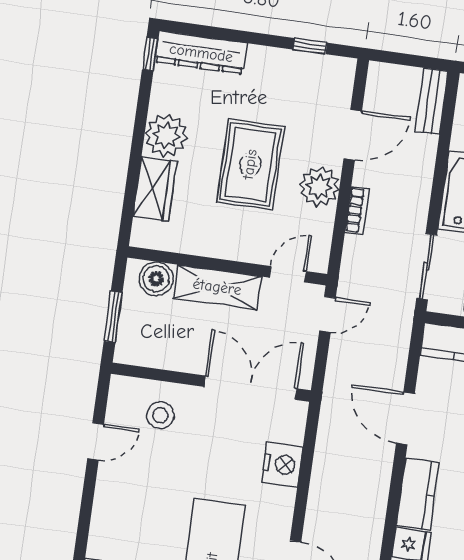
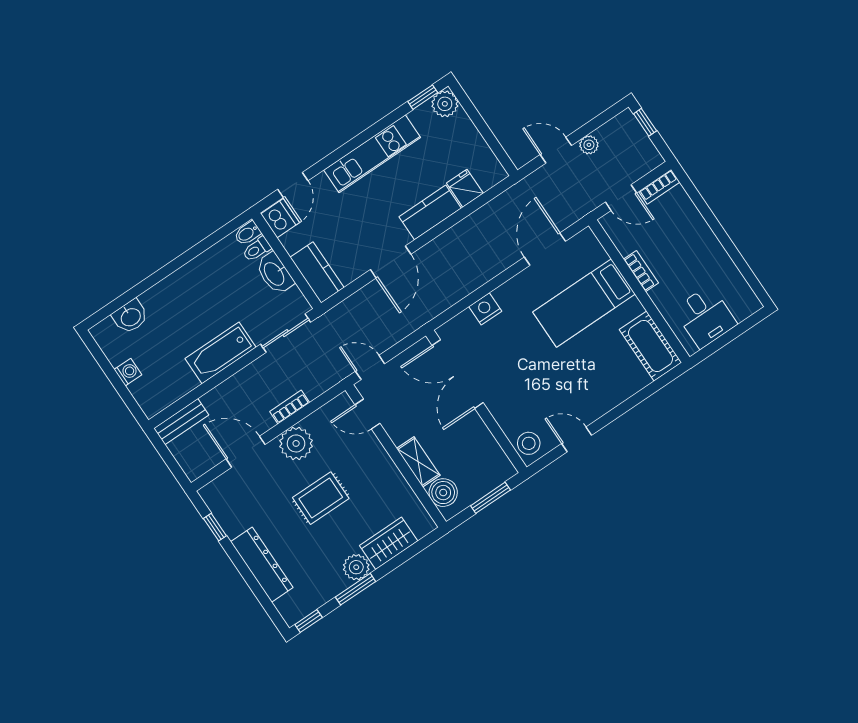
dresser: (201, 53) -> (262, 565), moved
window: (140, 122) -> (355, 589), added
plant: (166, 135) -> (356, 567), width x0.73, depth x0.73
rug: (250, 164) -> (321, 498), width x0.73, depth x0.70
shelving: (217, 287) -> (418, 462), width x0.67, depth x0.75
stool: (160, 415) -> (529, 443), moved
nightstand: (282, 464) -> (485, 309), width x0.74, depth x0.75

